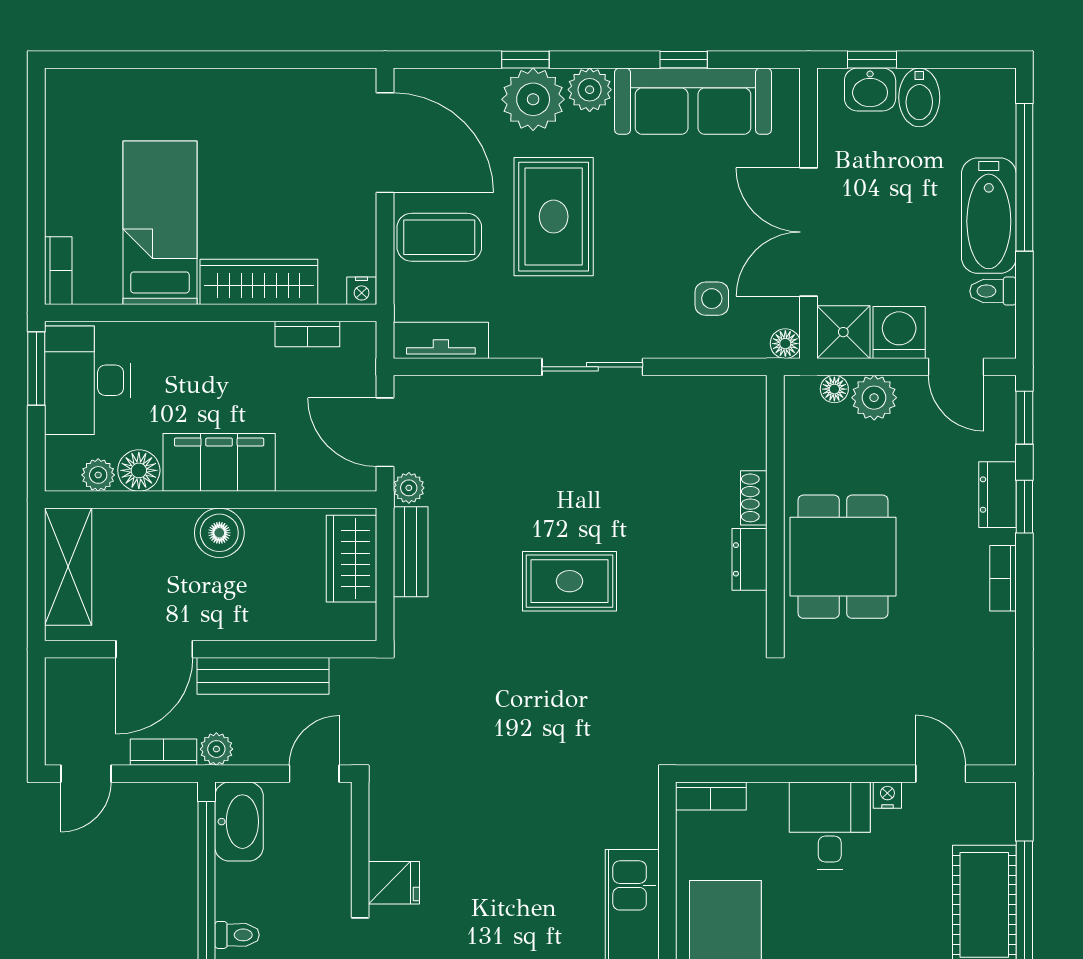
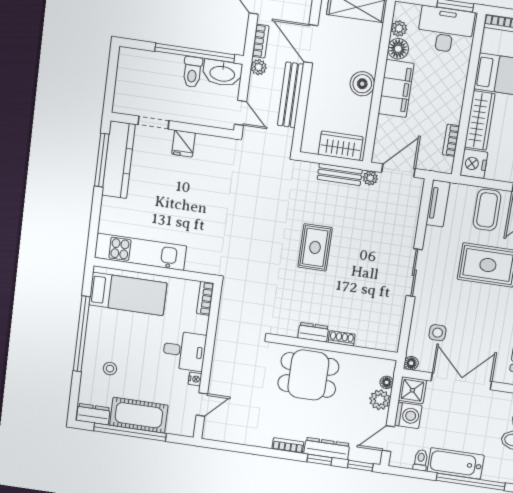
nightstand: (362, 291) -> (474, 164), width x1.89, depth x1.79
dresser: (997, 495) -> (327, 449), width x1.44
toilet: (237, 935) -> (192, 72), moved, width x1.37, depth x1.39

